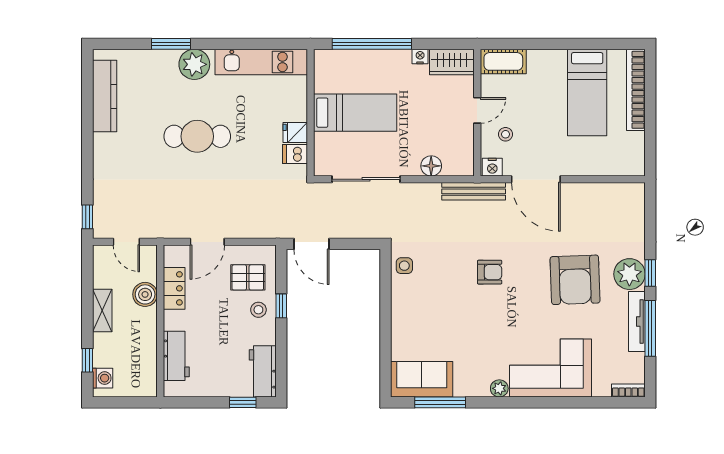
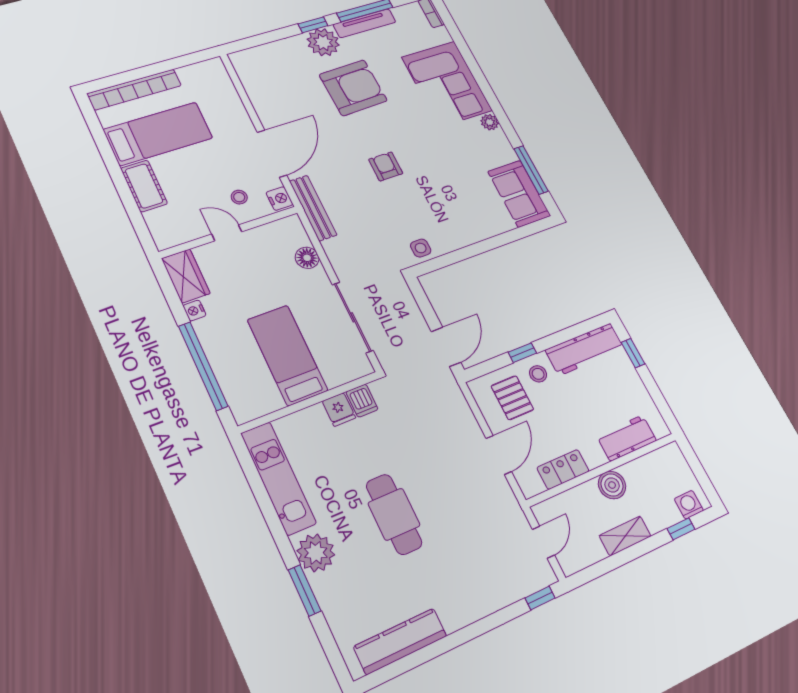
cot: (503, 61) -> (144, 186), moved
door: (207, 242) -> (499, 455), hinge flipped
boiler: (145, 294) -> (612, 485), moved
workbench: (263, 371) -> (585, 349), width x1.38

